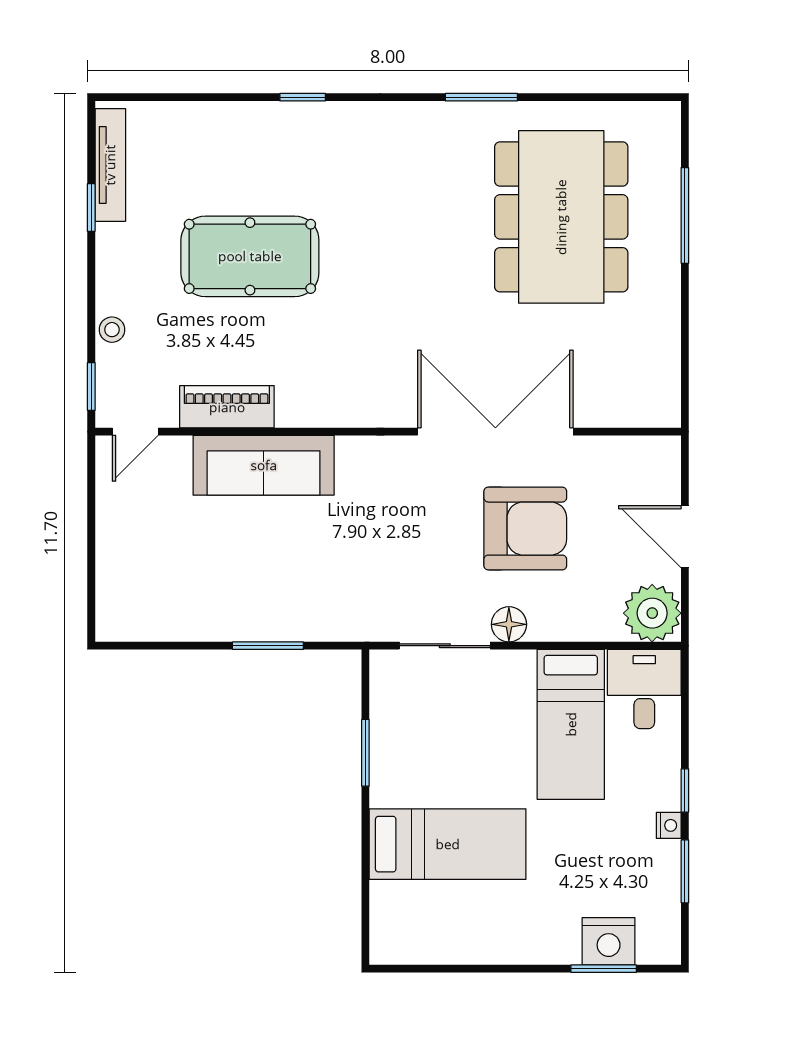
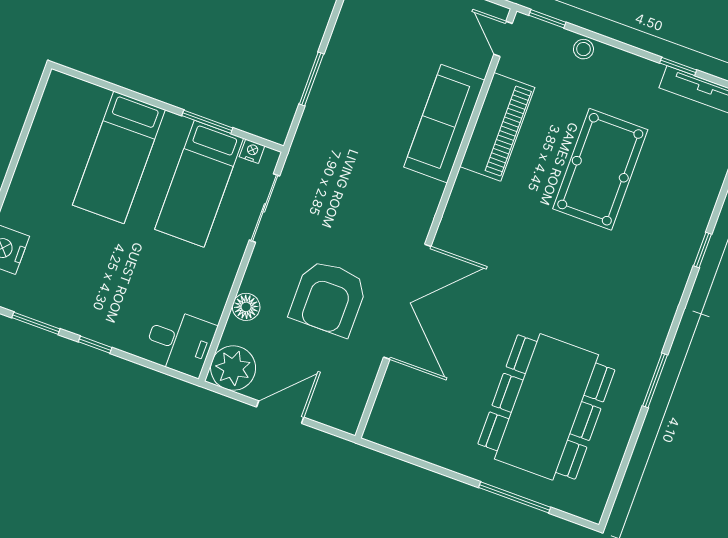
dining table: (561, 217) -> (546, 407), turned 90
piano: (227, 407) -> (497, 127), width x1.37, depth x1.33
floor lamp: (509, 624) -> (246, 307), moved
bed: (571, 724) -> (199, 184), moved, turned -90
nightstand: (669, 825) -> (252, 151), moved, turned 180

